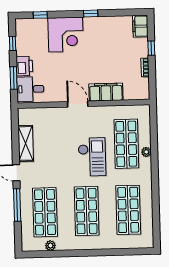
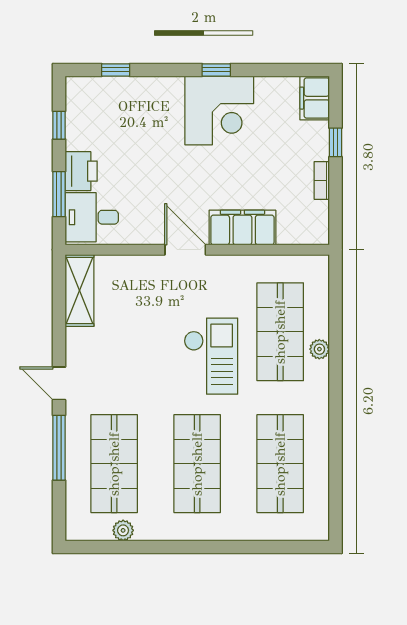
corner desk: (66, 35) -> (219, 110), moved
shelving: (26, 143) -> (79, 291), moved

